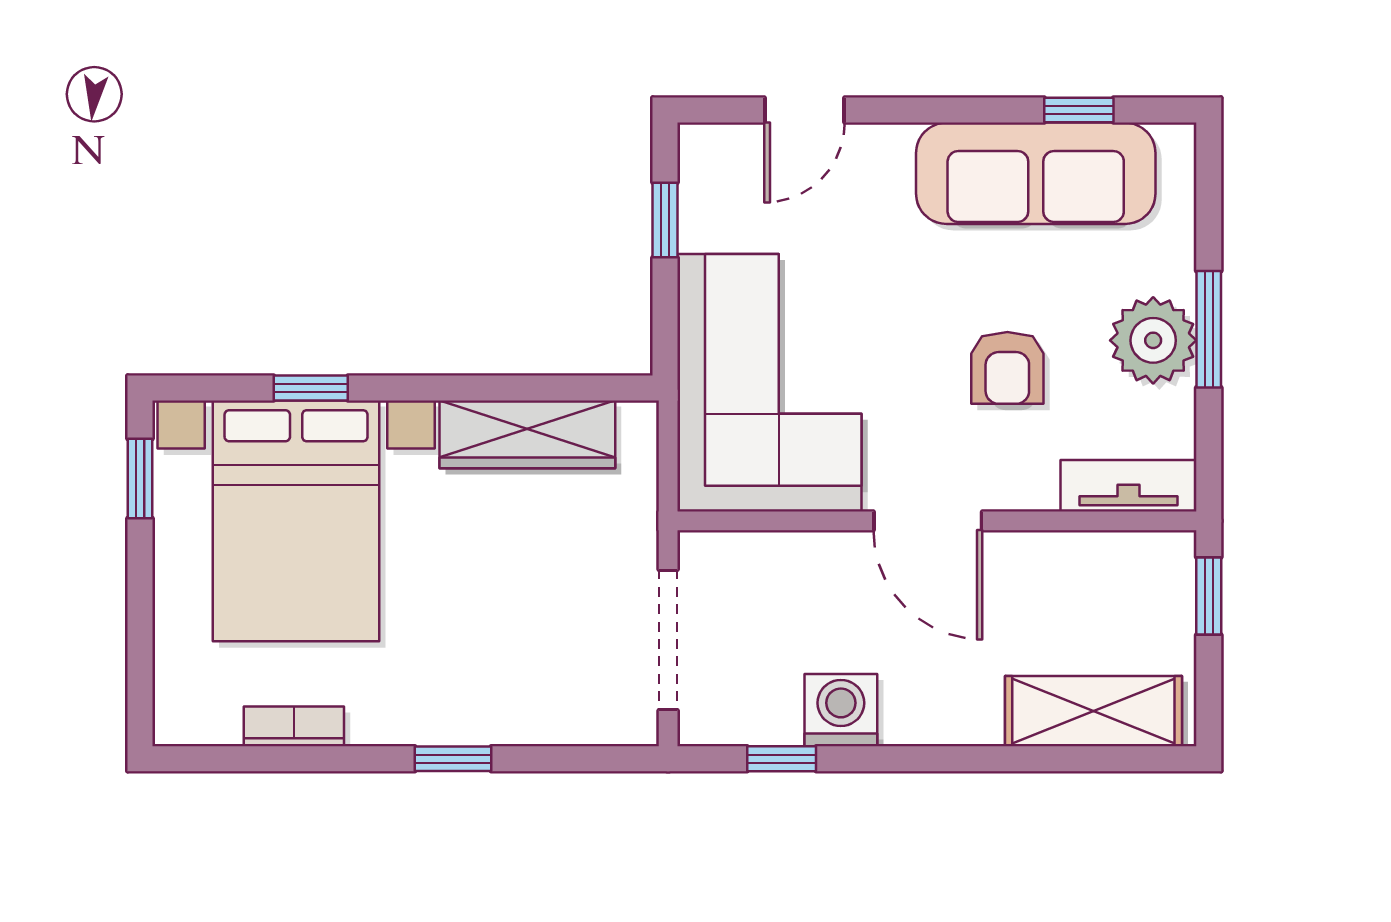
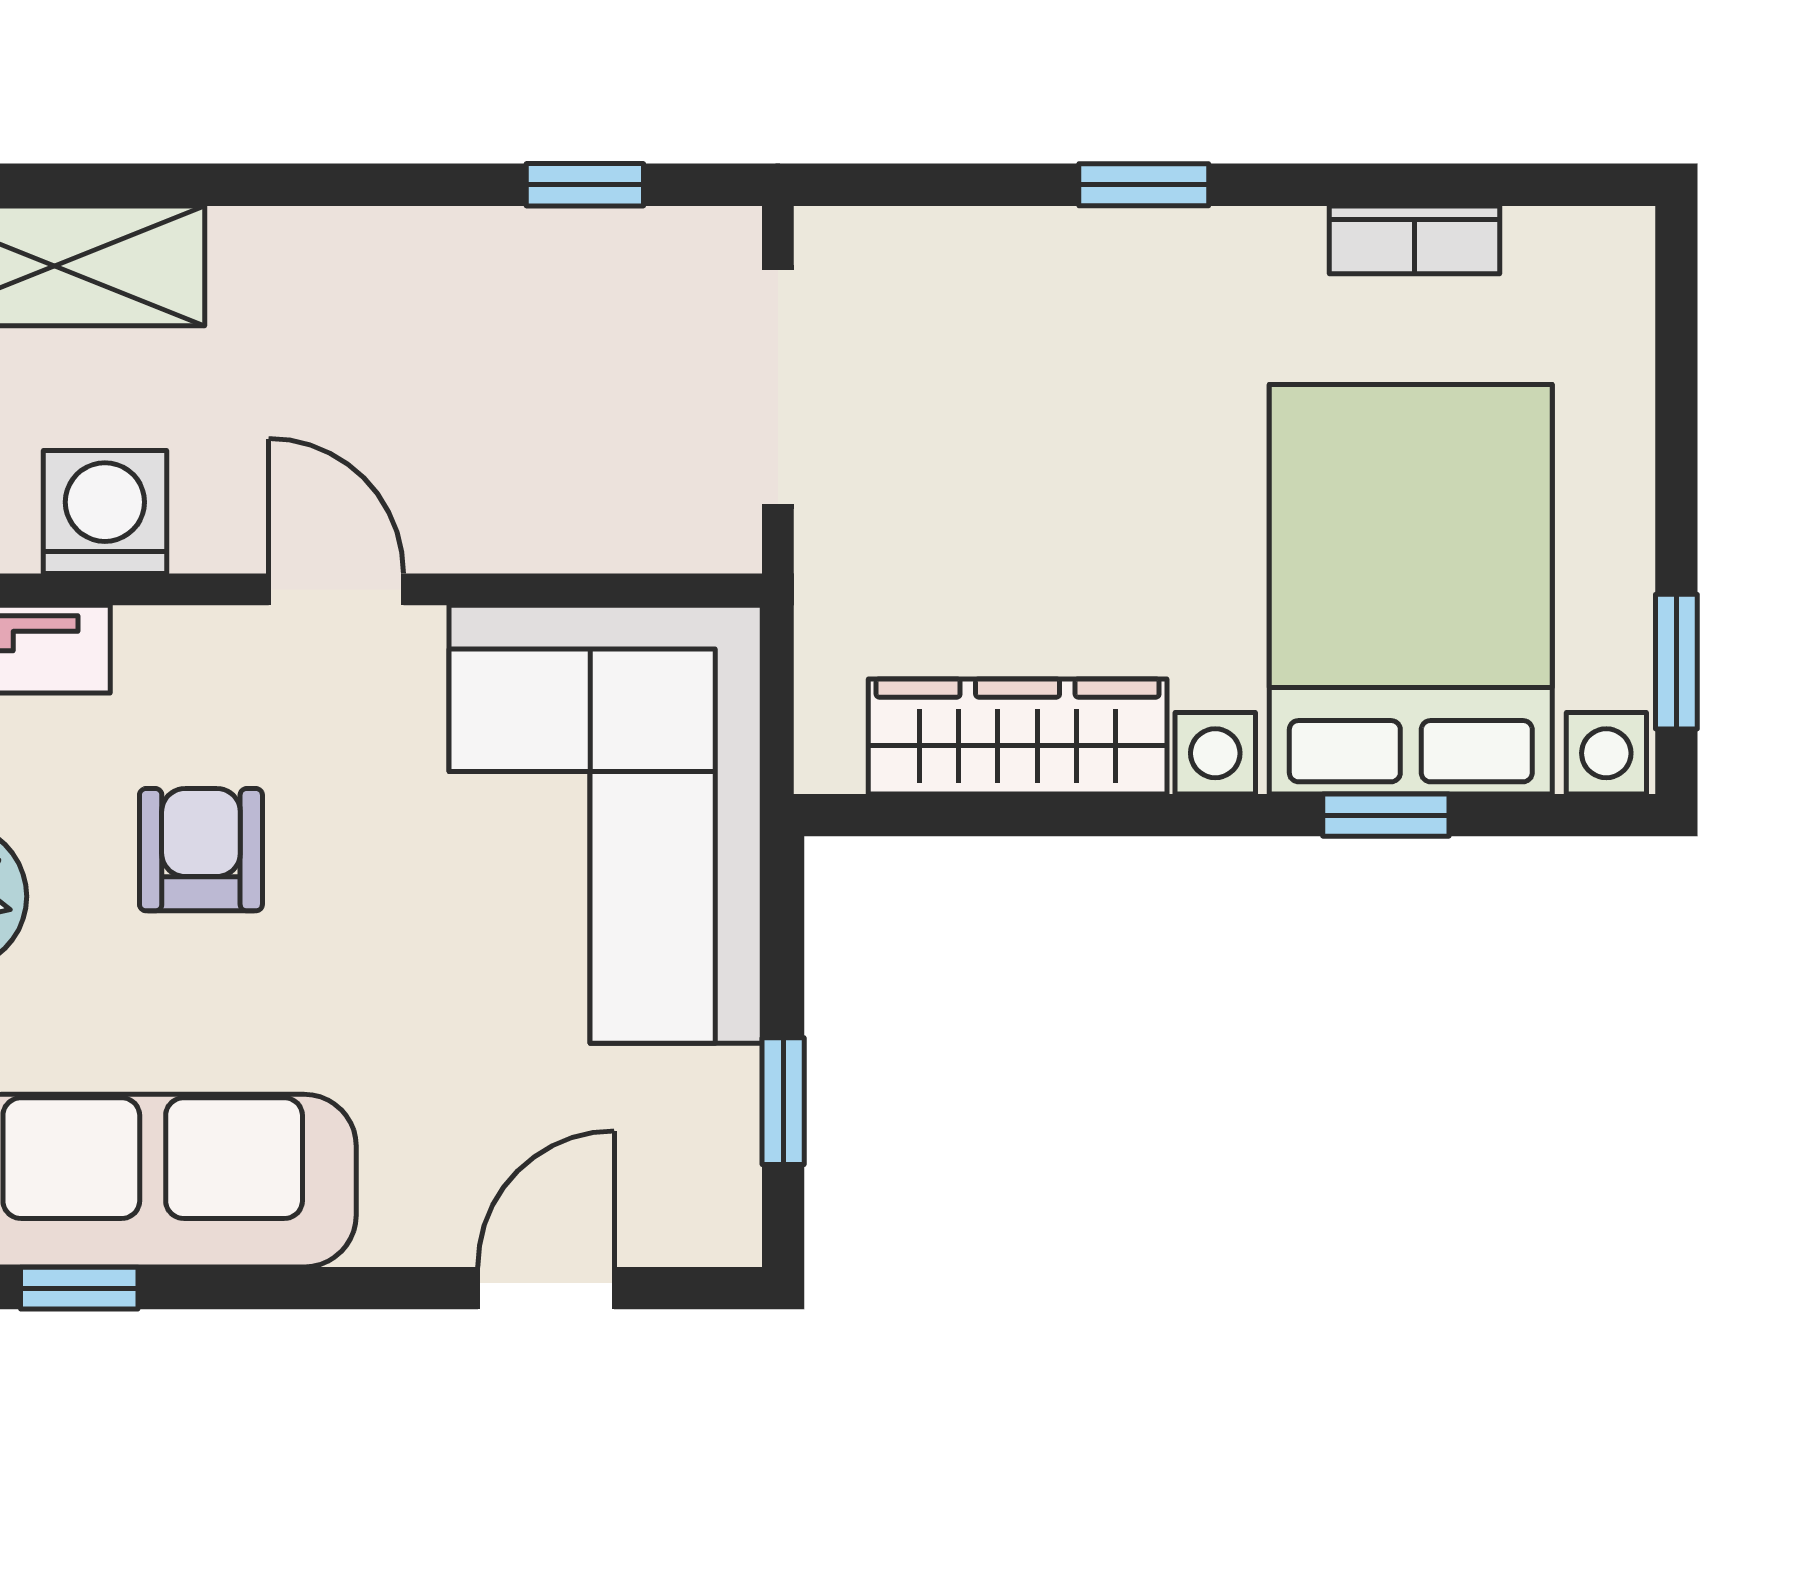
door: (928, 521) -> (336, 589), width x0.73
washing machine: (841, 710) -> (105, 512), moved, turned 180

